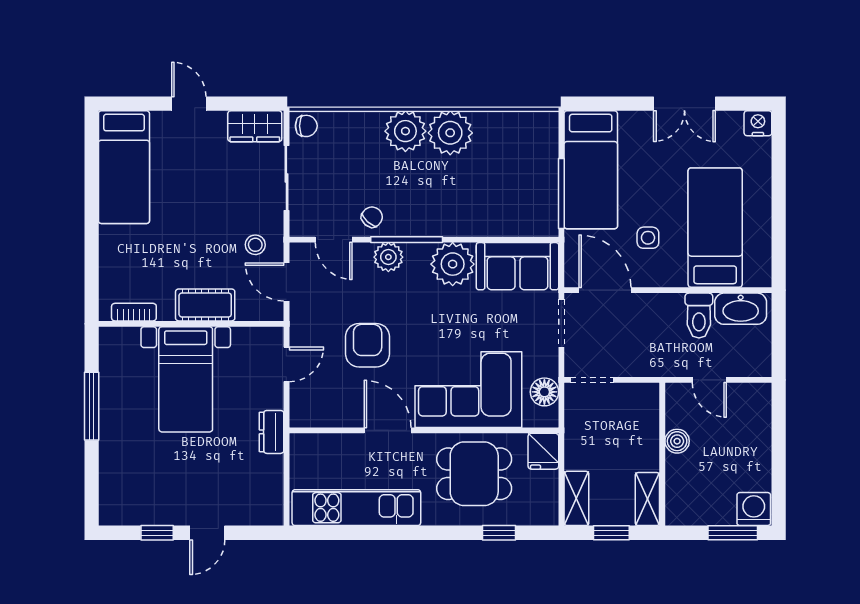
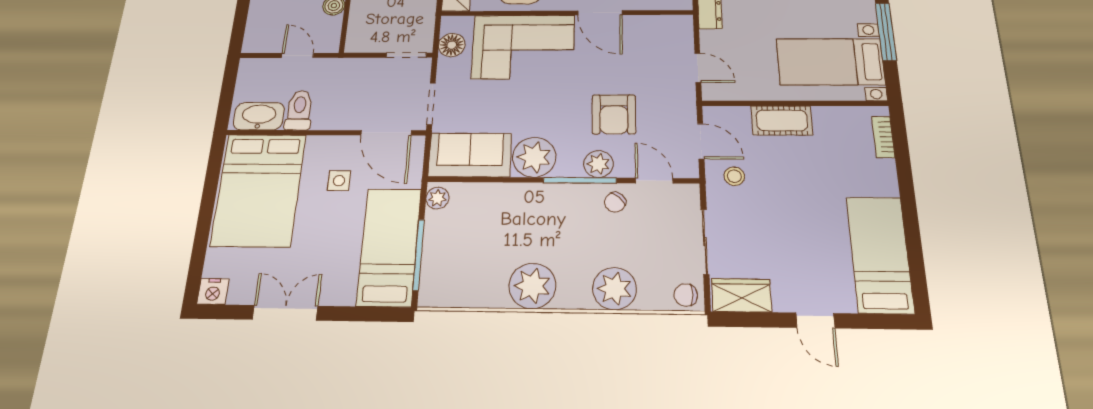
plant: (405, 131) -> (614, 289), moved
window: (561, 194) -> (419, 255), moved
plant: (547, 220) -> (437, 198), added
bed: (715, 228) -> (259, 190), width x1.50
bookcase: (134, 312) -> (883, 137), moved, turned 90
armchair: (368, 345) -> (614, 114), moved
door: (286, 364) -> (698, 68), swing flipped
bed with nightstands: (186, 379) -> (830, 62), moved, turned -90

